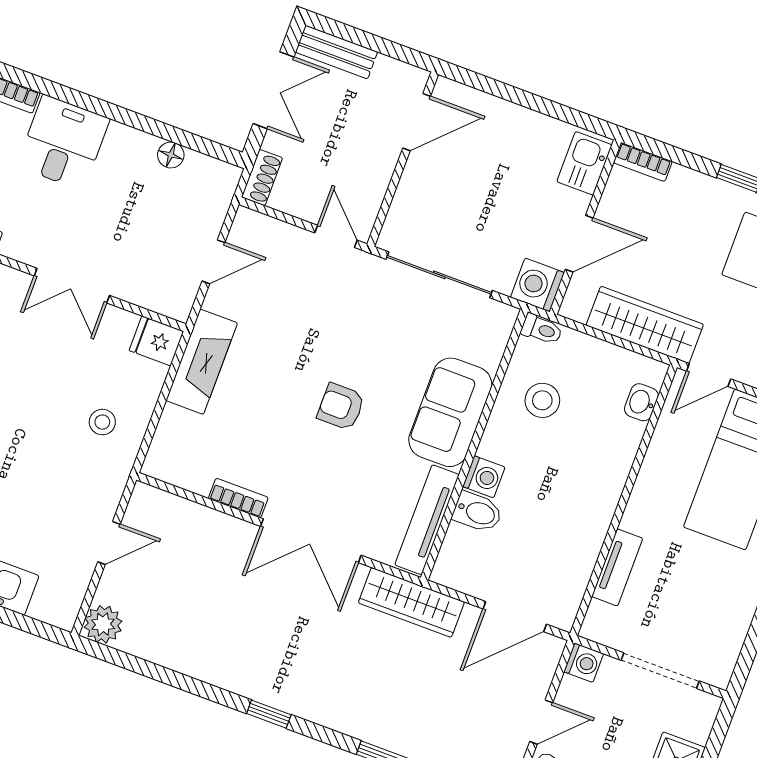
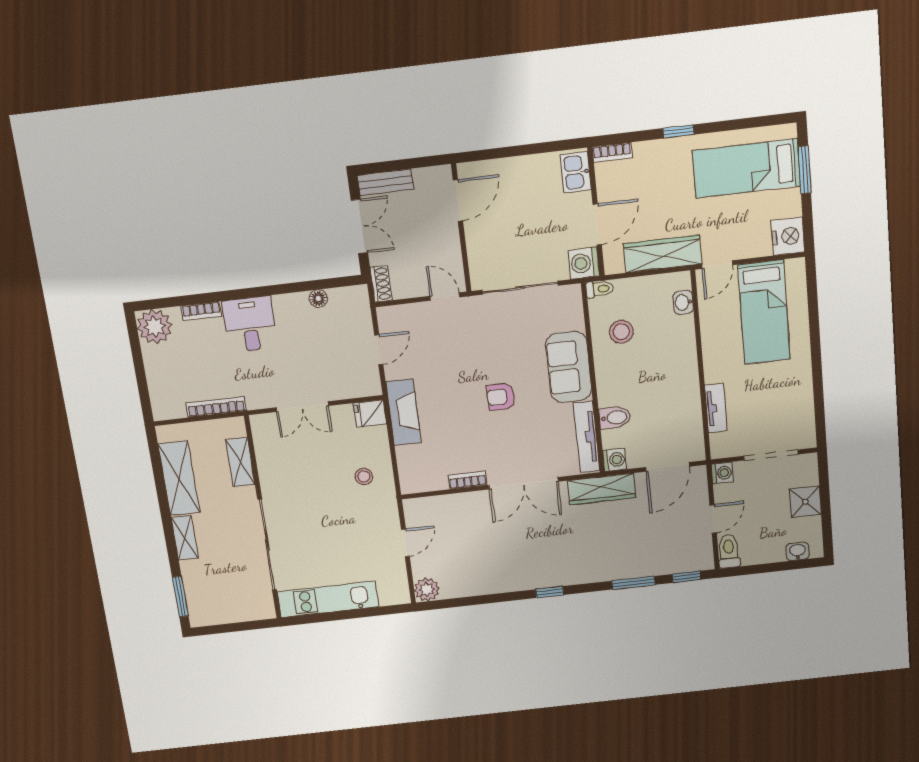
washing machine: (484, 477) -> (615, 460), moved

